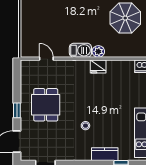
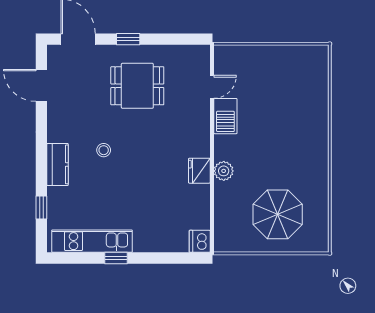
barbecue: (80, 50) -> (225, 116), moved
kitchen counter: (105, 154) -> (58, 164), moved

